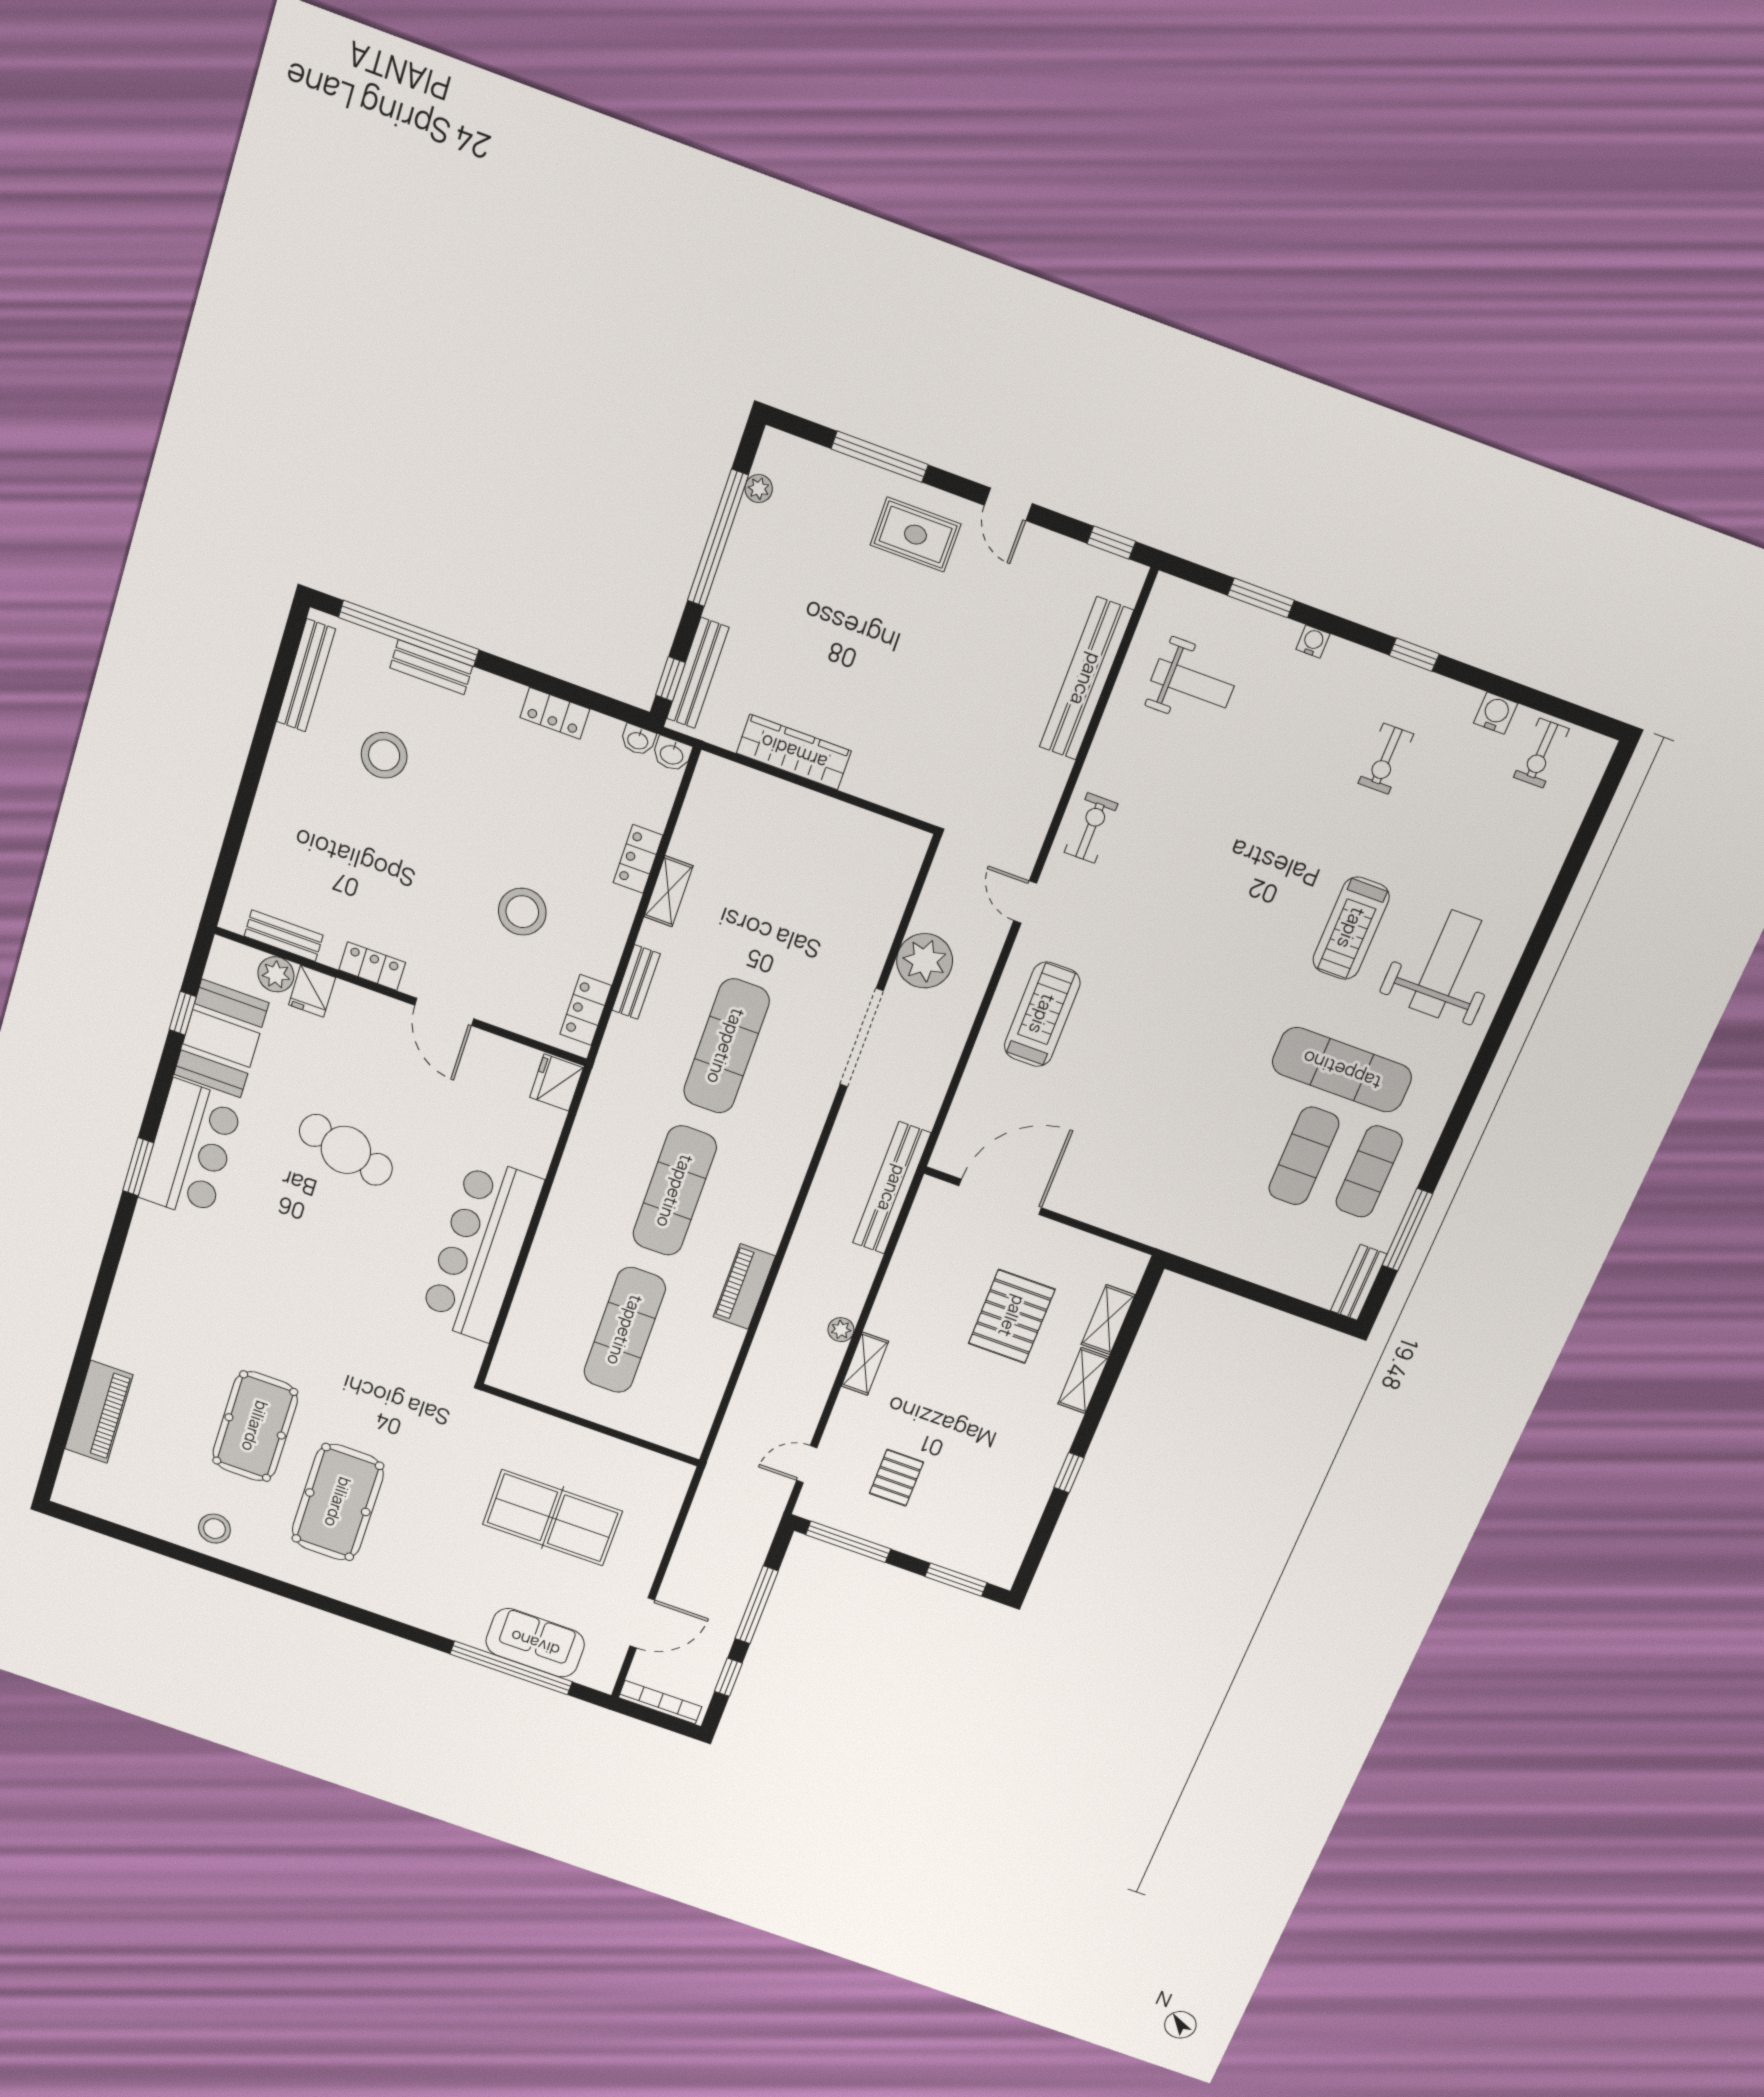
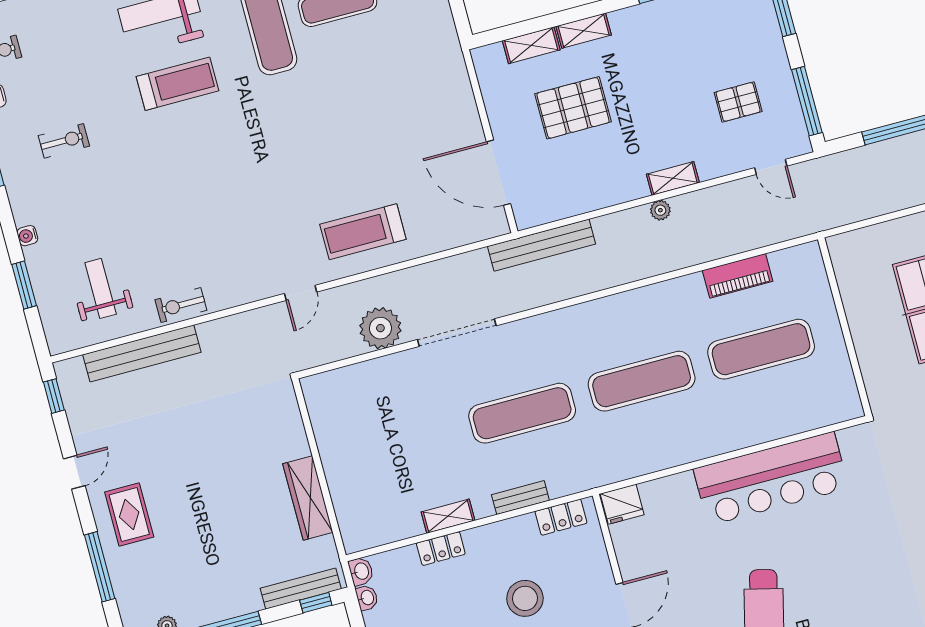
exercise bike: (1091, 828) -> (181, 305), moved
piano: (744, 1287) -> (738, 276), moved

